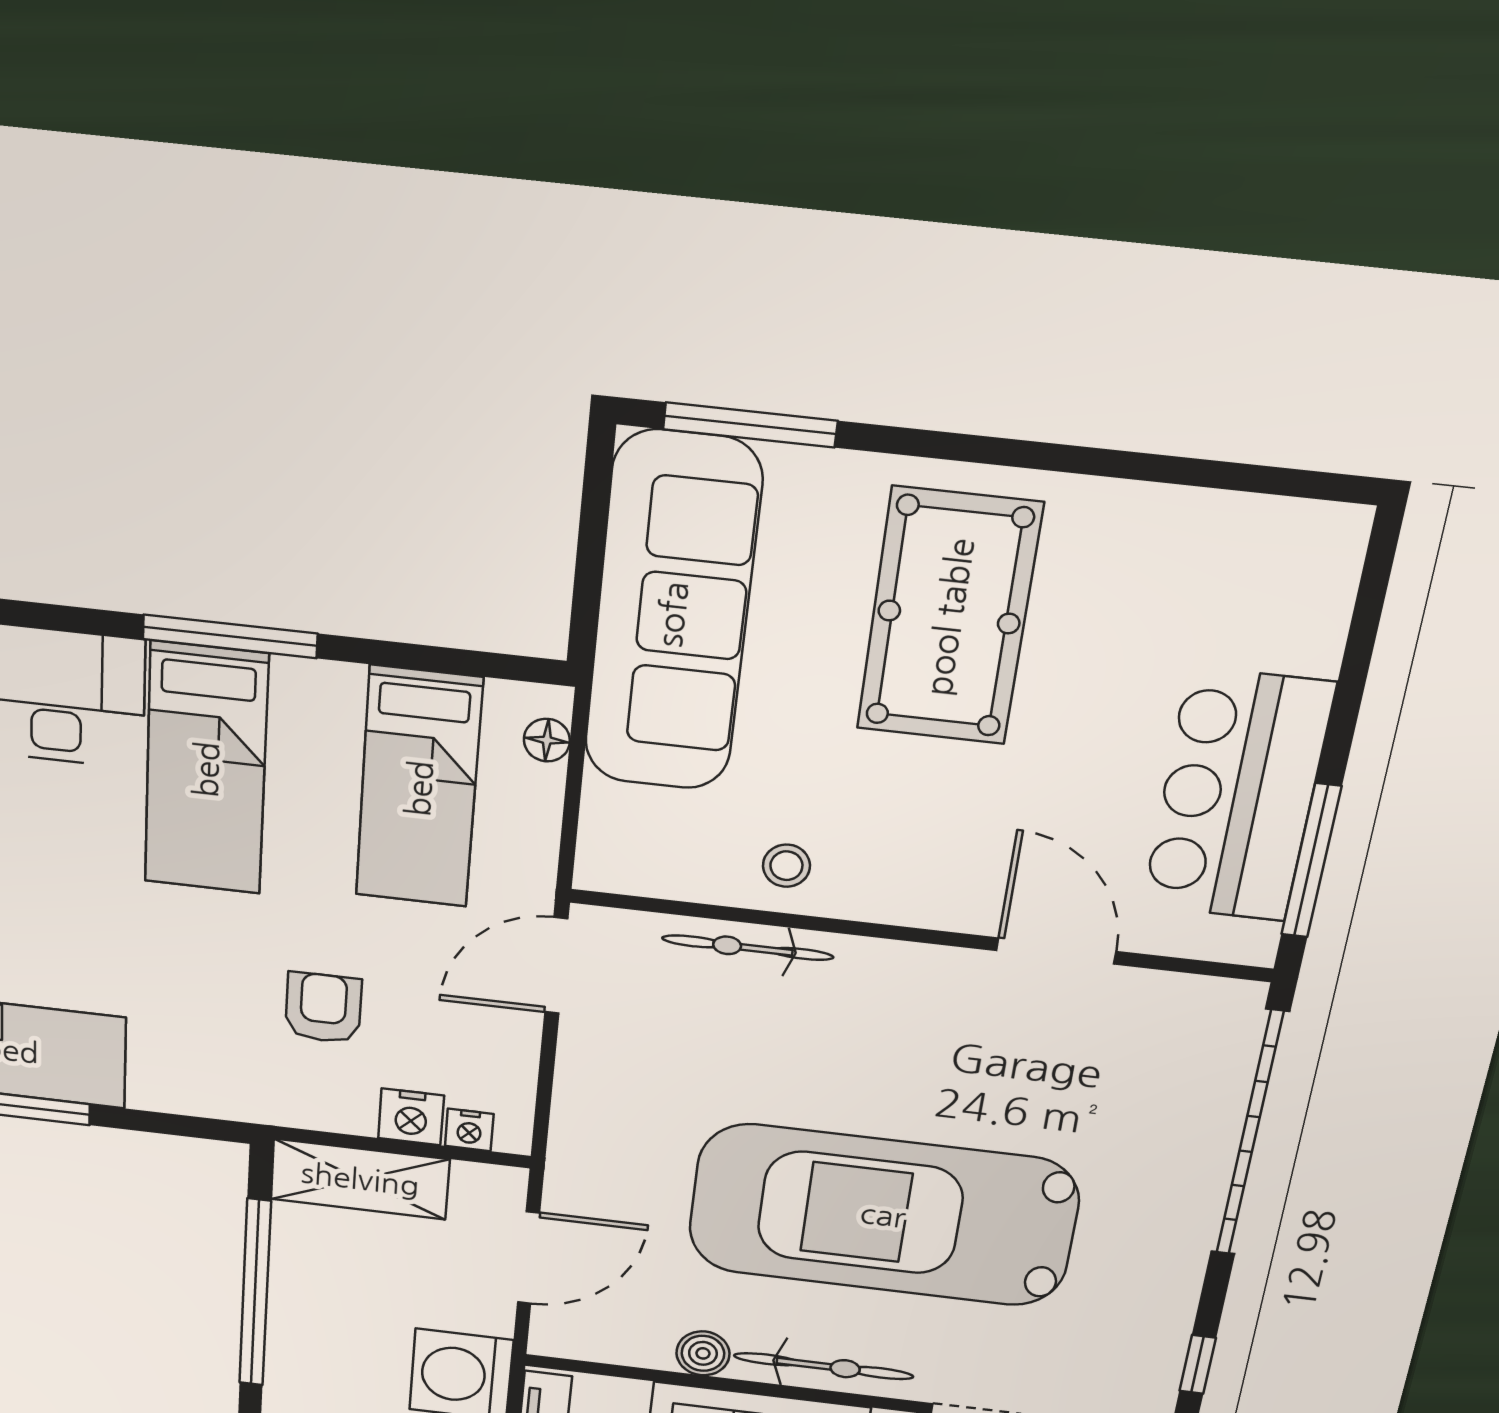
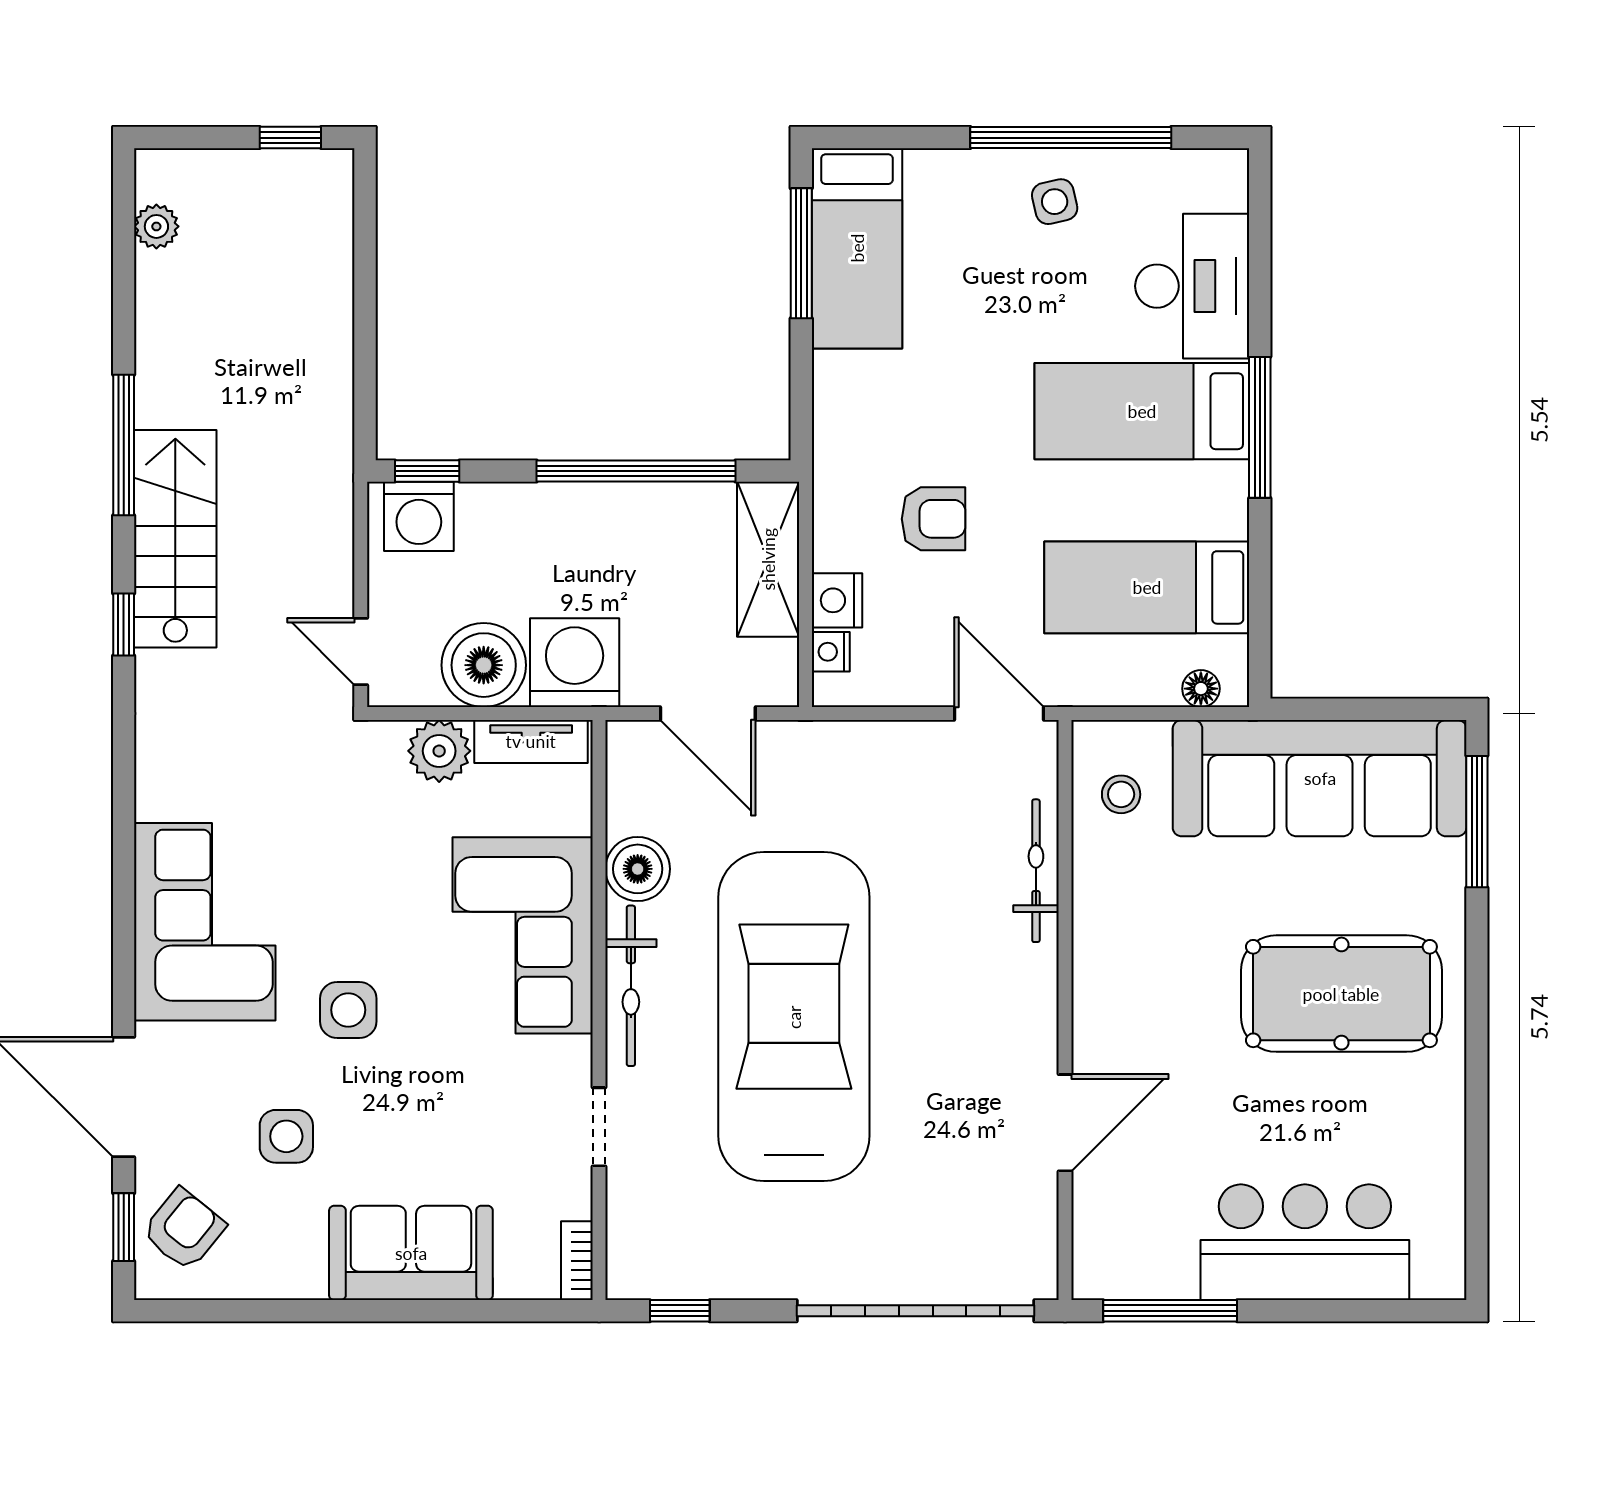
bar counter: (1238, 796) -> (1305, 1242), moved
stool: (786, 866) -> (1121, 794), moved
boiler: (703, 1353) -> (638, 869), width x1.36, depth x1.36

